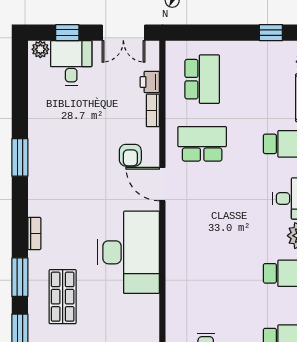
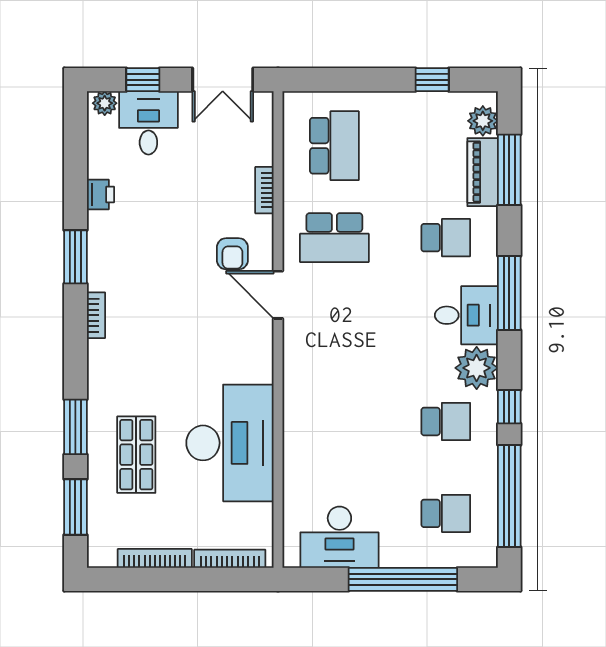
printer: (150, 82) -> (101, 194), moved, turned 180
school desk: (202, 144) -> (334, 238), turned 180
bookcase: (34, 233) -> (96, 315), moved
desk: (129, 252) -> (230, 443), moved

